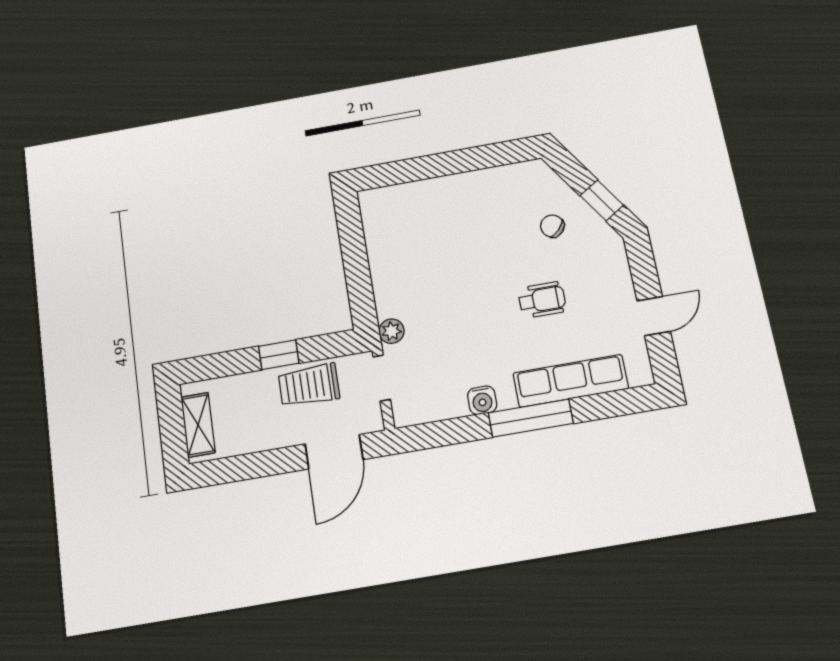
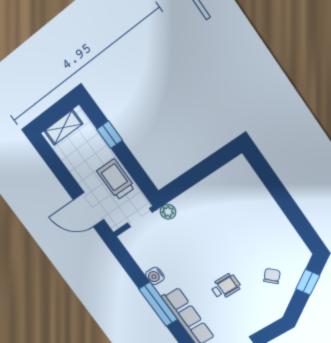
window: (602, 200) -> (308, 282), moved
wheelchair: (542, 300) -> (226, 286), turned -90
window: (279, 355) -> (110, 135), moved

